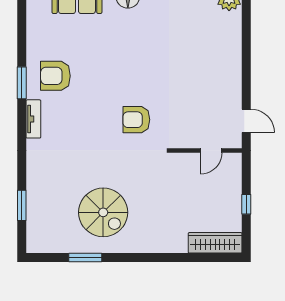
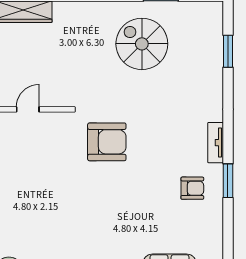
armchair: (55, 76) -> (192, 188), width x0.72, depth x0.72
armchair: (136, 120) -> (107, 142), width x1.36, depth x1.36

